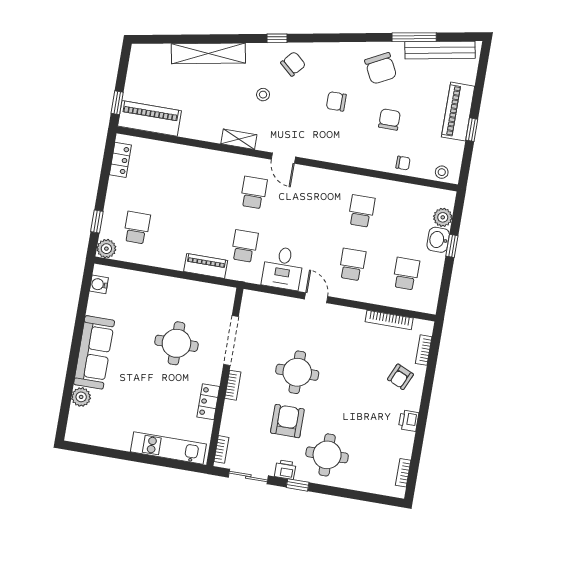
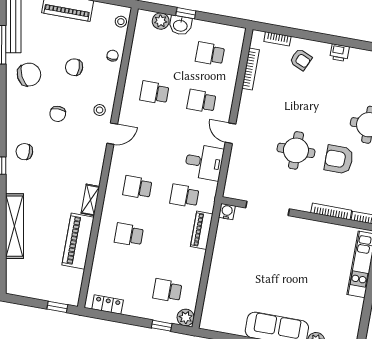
chair: (293, 64) -> (24, 152), turned -41
stool: (263, 95) -> (100, 110), moved
piano: (150, 118) -> (78, 241), moved
door: (283, 158) -> (112, 134), moved
school desk: (200, 183) -> (129, 235), added
water cooler: (99, 284) -> (227, 212), moved, turned 180
door: (316, 298) -> (231, 133), hinge flipped
round table: (176, 343) -> (270, 257), removed
bookcase: (233, 385) -> (331, 212), moved, width x1.56
locker: (208, 402) -> (321, 229), removed

